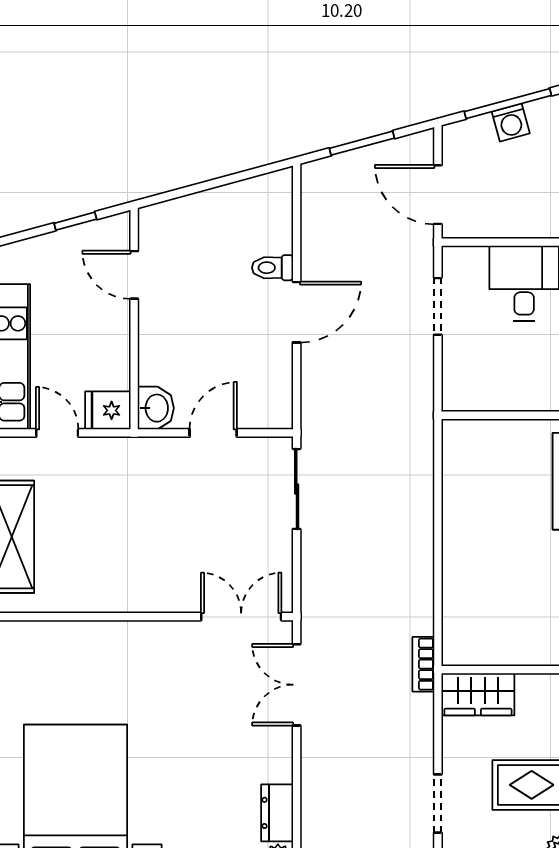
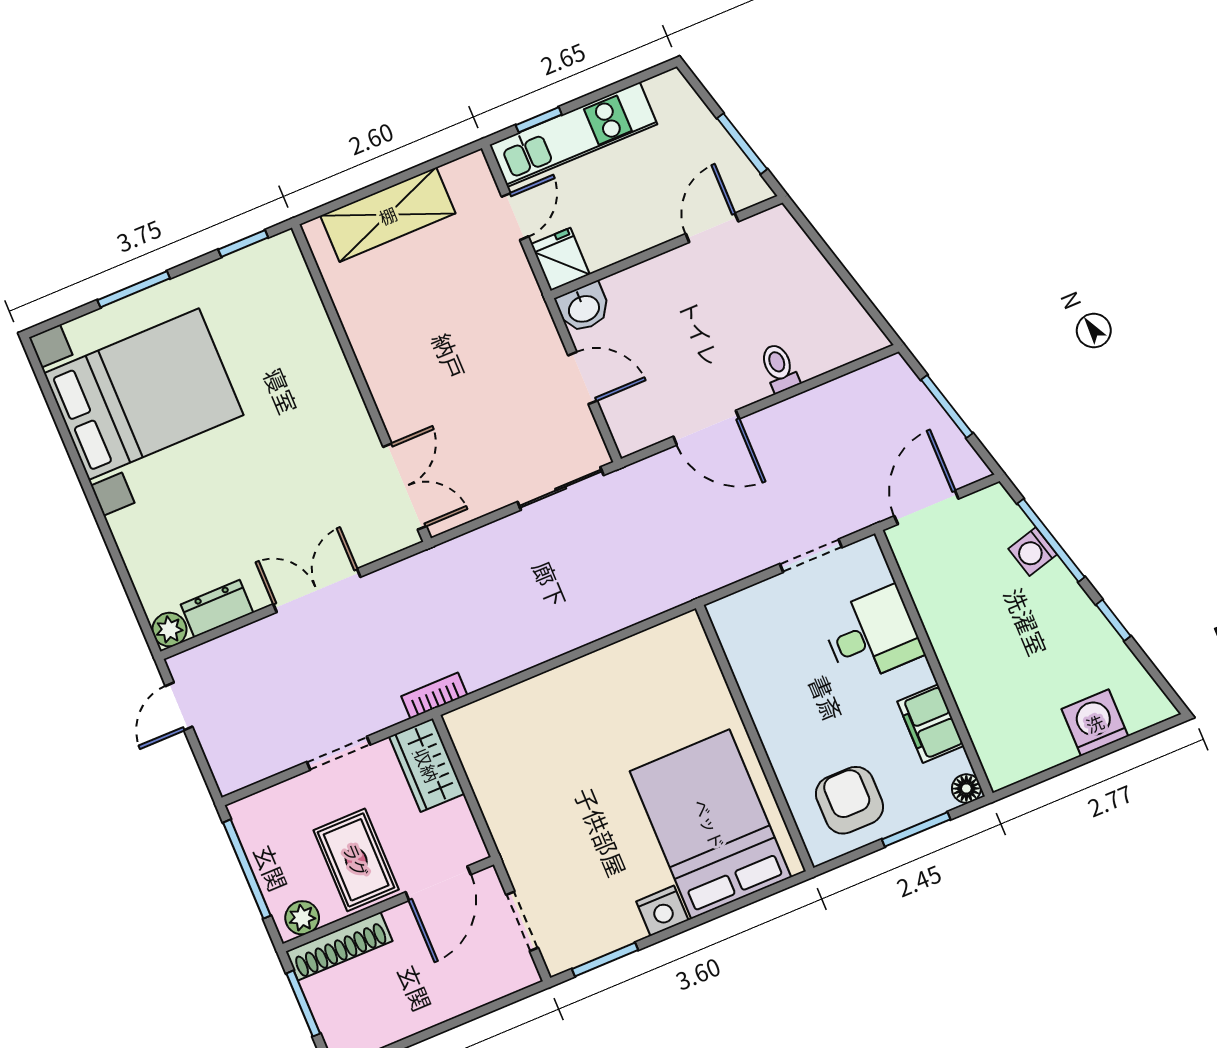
window: (75, 221) -> (742, 144), width x1.50
door: (297, 312) -> (706, 428), moved
double door: (297, 685) -> (317, 591), moved
doorway: (438, 804) -> (339, 753), moved

